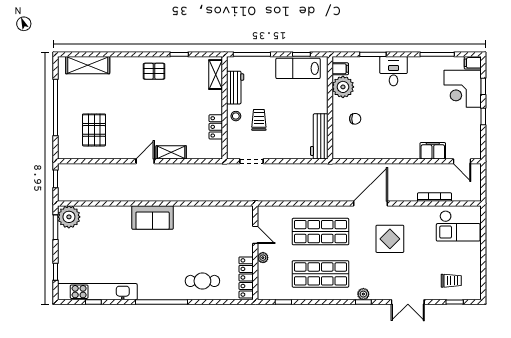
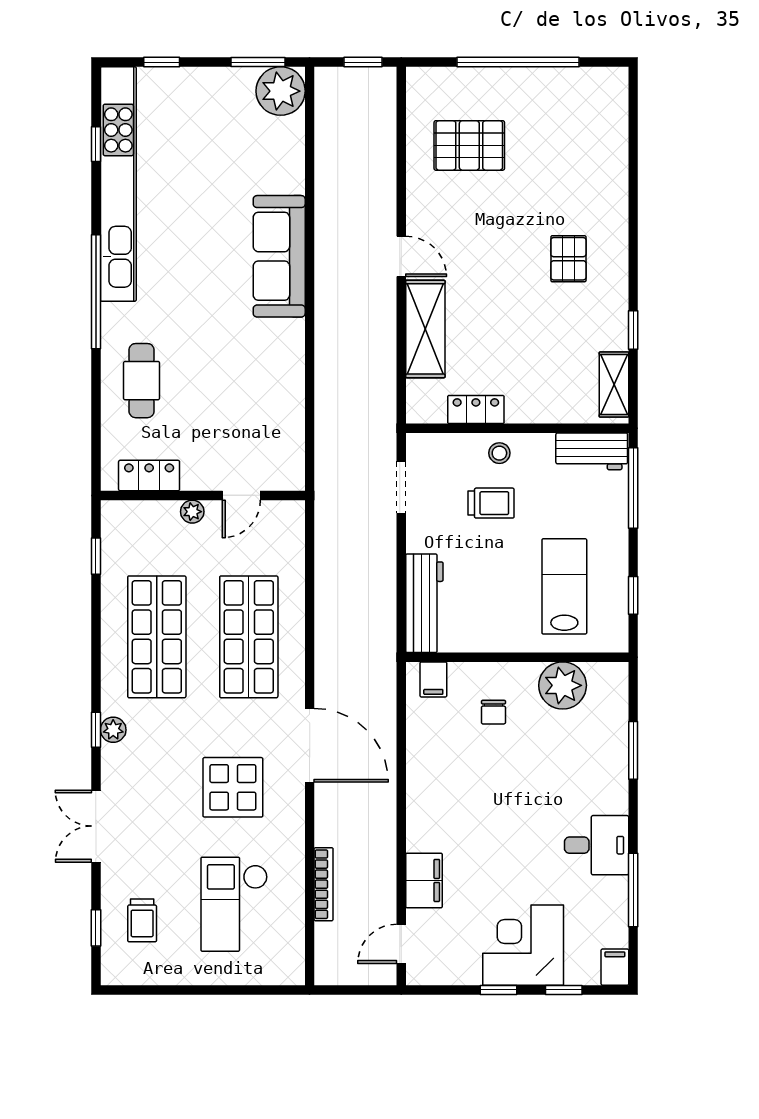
shelving: (88, 65) -> (610, 132), removed
lab bench: (298, 68) -> (564, 586), moved
filing cabinet: (340, 69) -> (433, 679), moved
pallet: (154, 71) -> (568, 259), moved
desk: (394, 71) -> (597, 845), moved
shelving: (216, 75) -> (614, 385), moved, turned 90
workbench: (235, 88) -> (592, 451), moved
corner desk: (463, 89) -> (523, 945), moved
workbench: (319, 136) -> (424, 603), moved, turned 90
shelving: (171, 152) -> (425, 329), width x1.50, depth x1.33
sofa: (153, 218) -> (279, 256), width x1.36
checkout: (458, 226) -> (234, 904), moved
locker: (246, 277) -> (149, 476), width x0.66
kitchen unit: (97, 292) -> (118, 184), width x1.36

